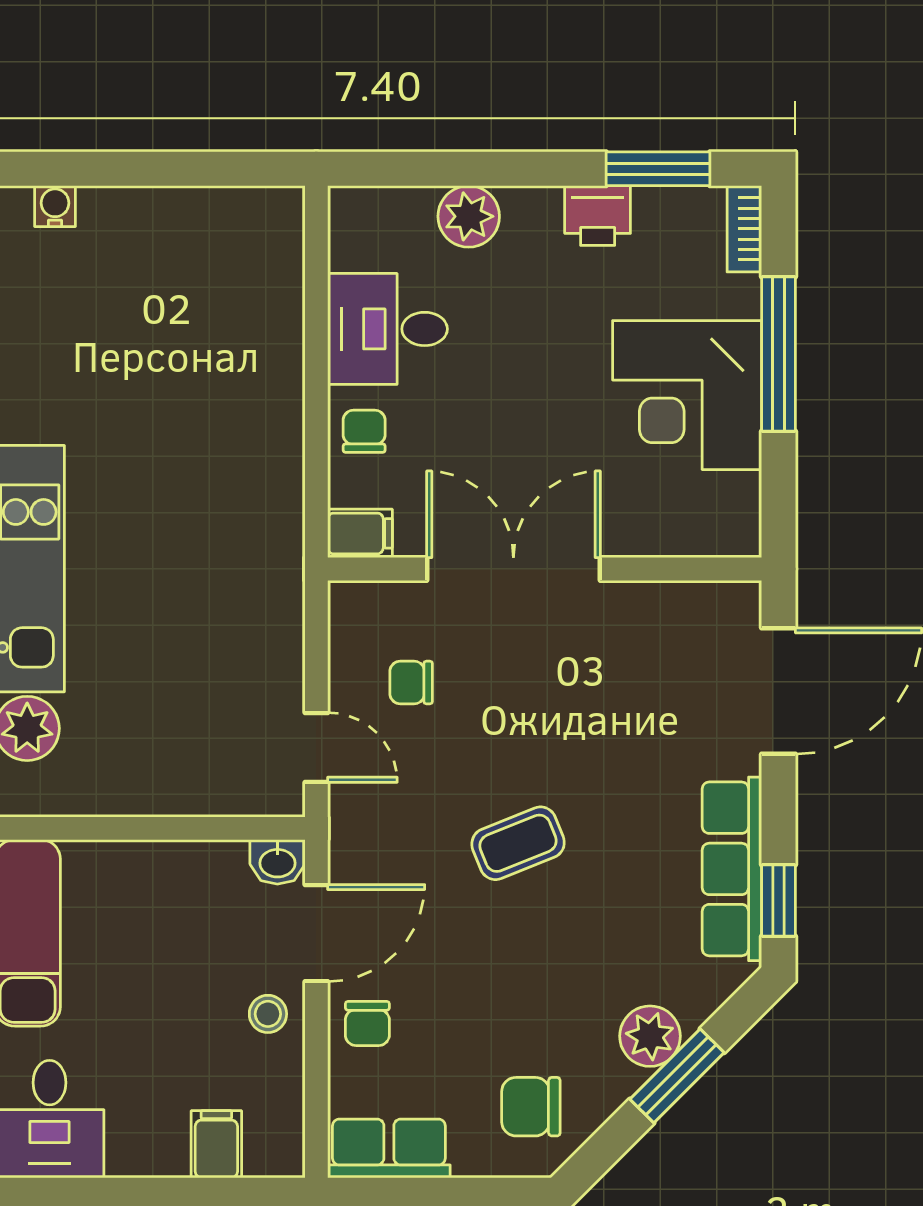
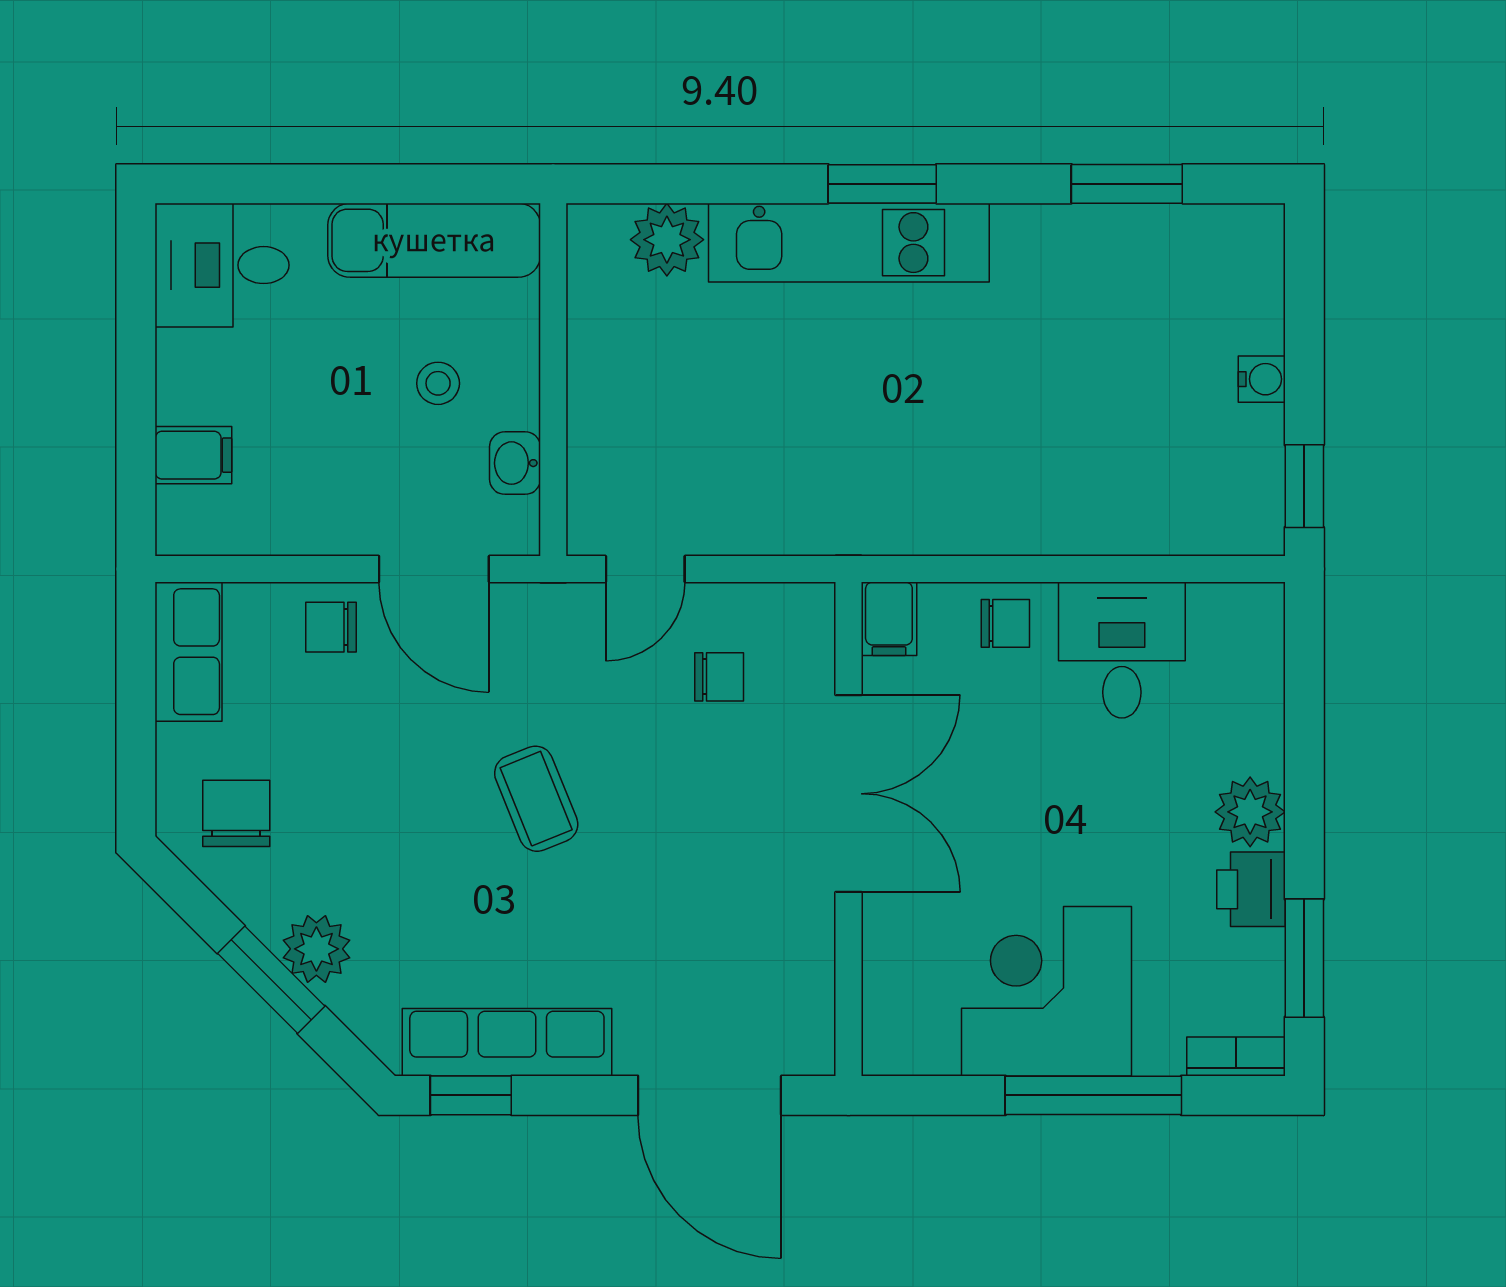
window: (244, 169) -> (1304, 486), added
water cooler: (55, 206) -> (1262, 379), moved
plant: (469, 216) -> (1250, 812), moved
chair: (411, 683) -> (719, 677), turned 90
washbasin: (277, 862) -> (515, 463), moved
stool: (268, 1014) -> (438, 383), moved

